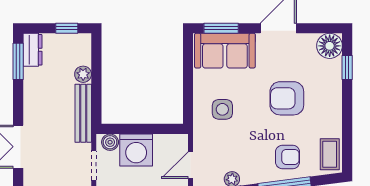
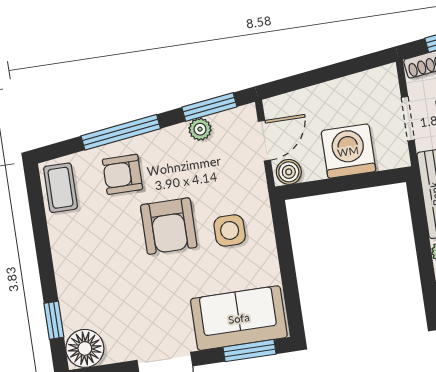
armchair: (287, 98) -> (169, 226), moved, turned 90
boiler: (110, 142) -> (289, 172), moved

